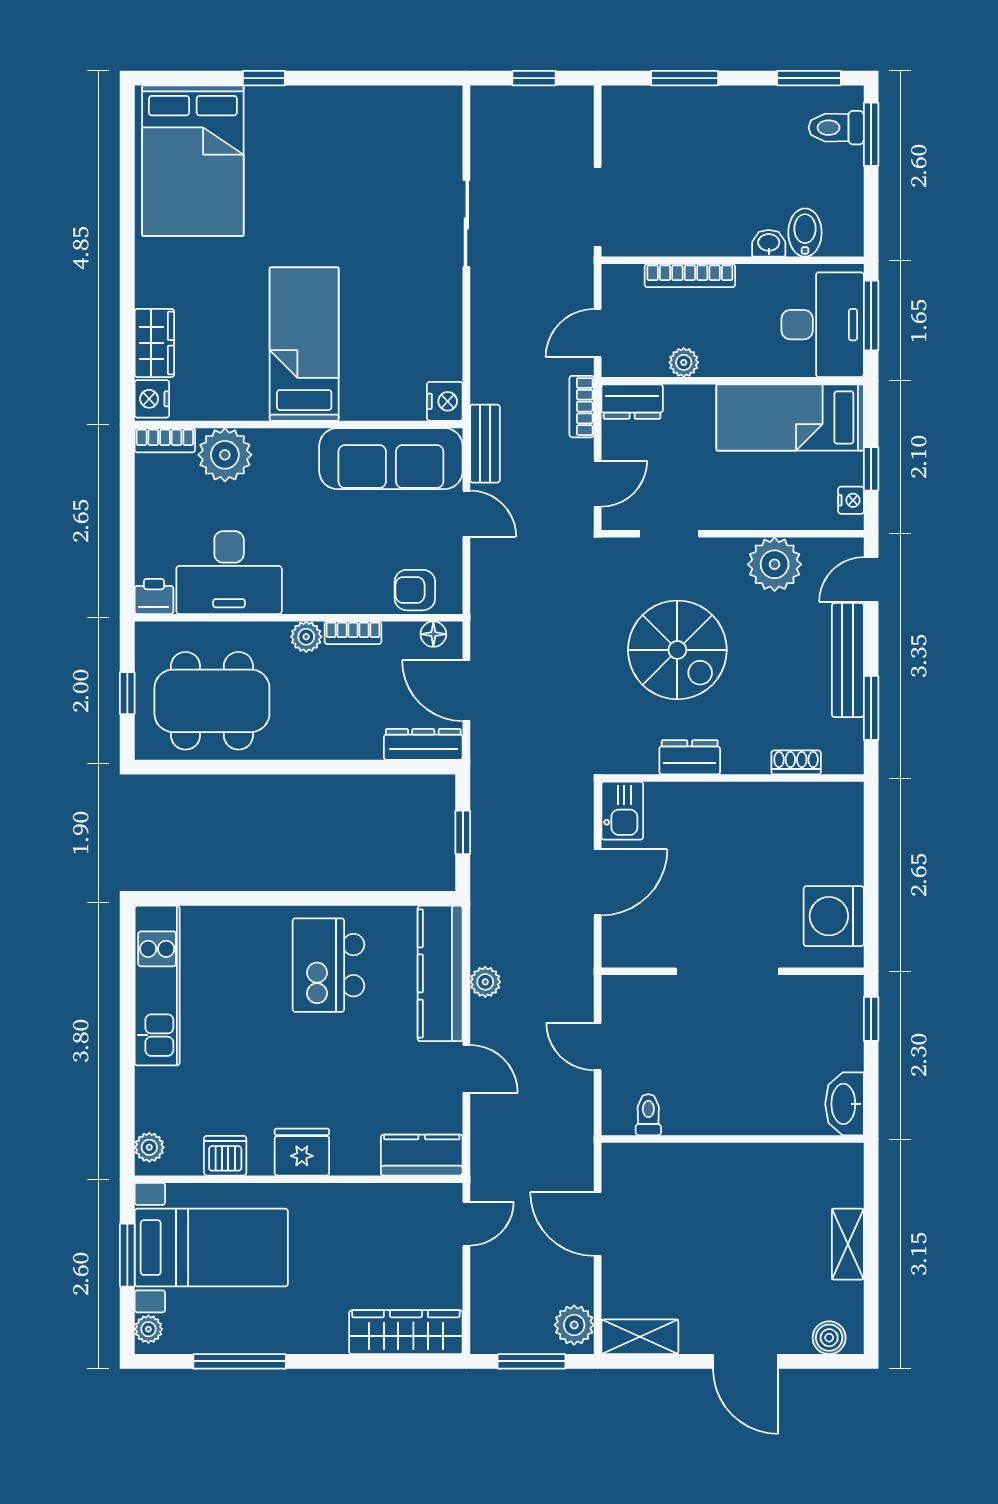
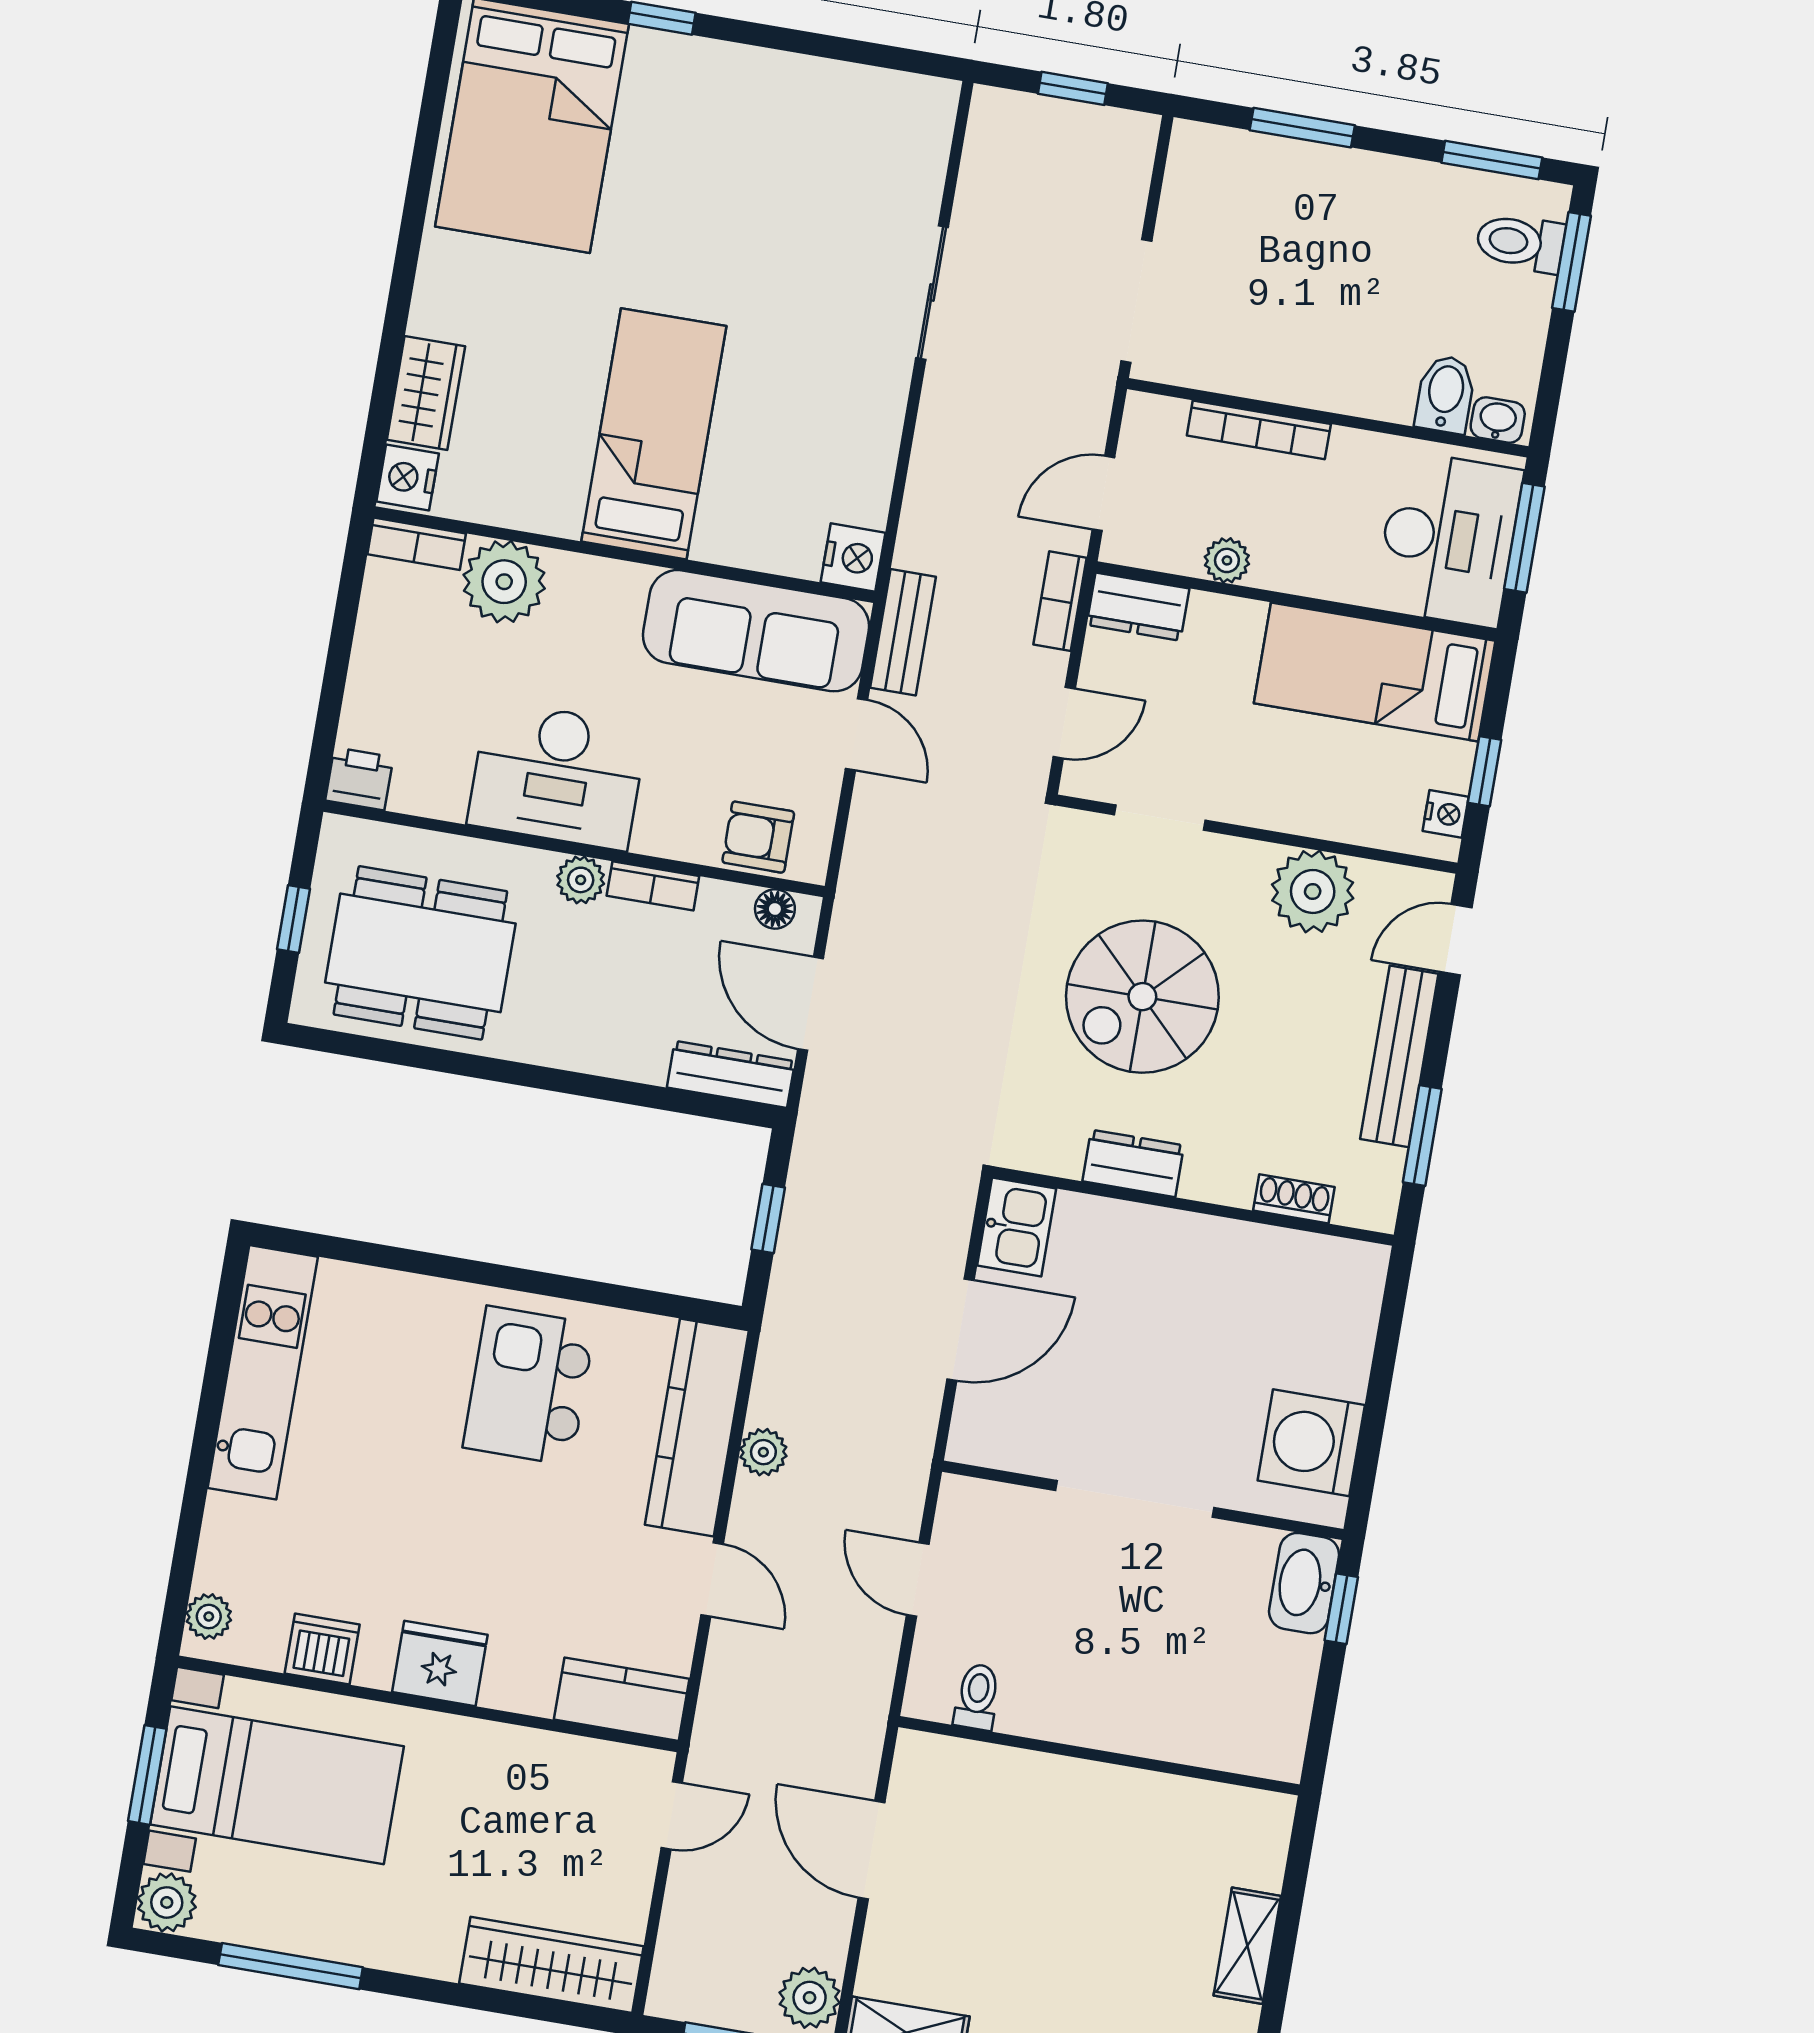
washbasin: (769, 243) -> (1498, 420), moved
desk: (229, 573) -> (557, 775), moved
spiral stairs: (677, 650) -> (1142, 997), turned 90
washbasin: (845, 1104) -> (1304, 1583), moved
plant: (148, 1329) -> (167, 1902), width x1.38, depth x1.38

